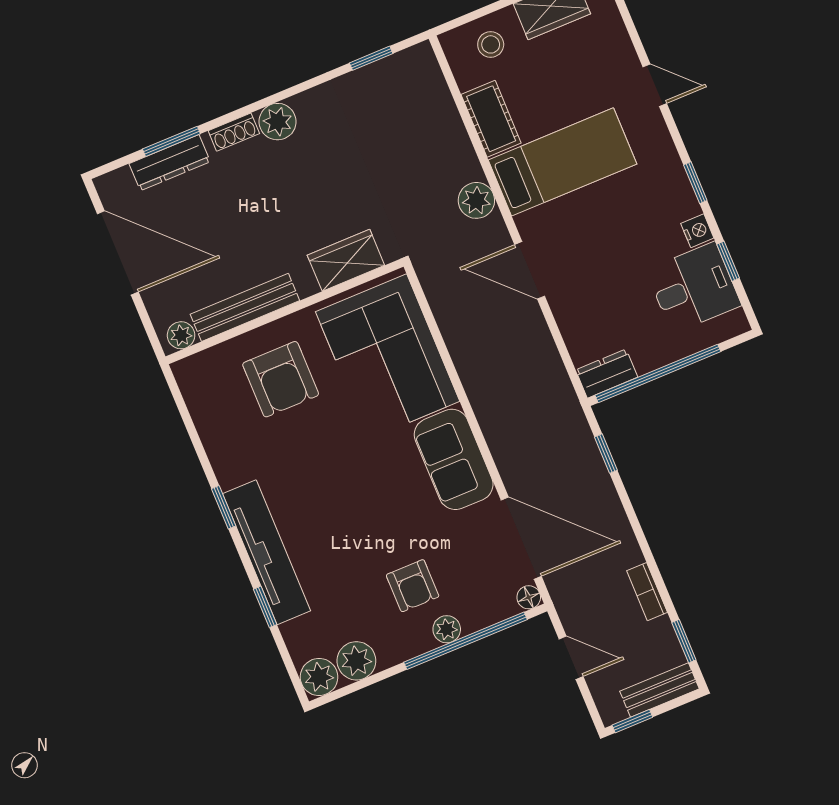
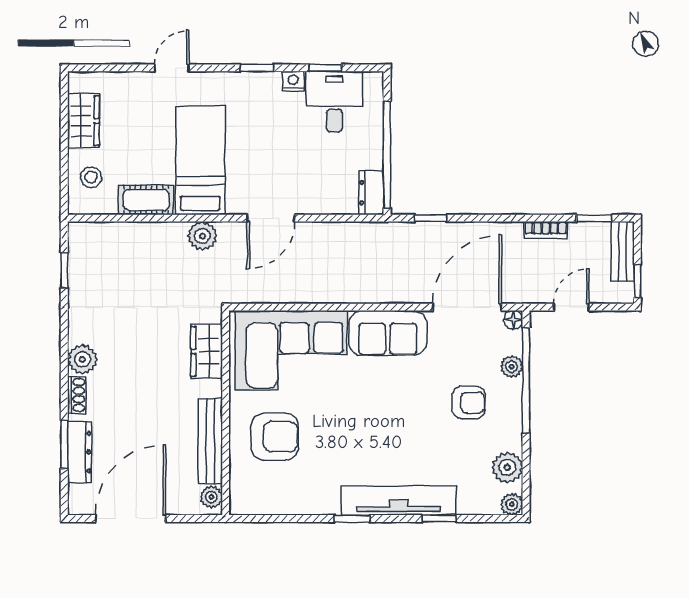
plant: (447, 629) -> (512, 367), moved
plant: (319, 677) -> (512, 504), width x0.73, depth x0.73

